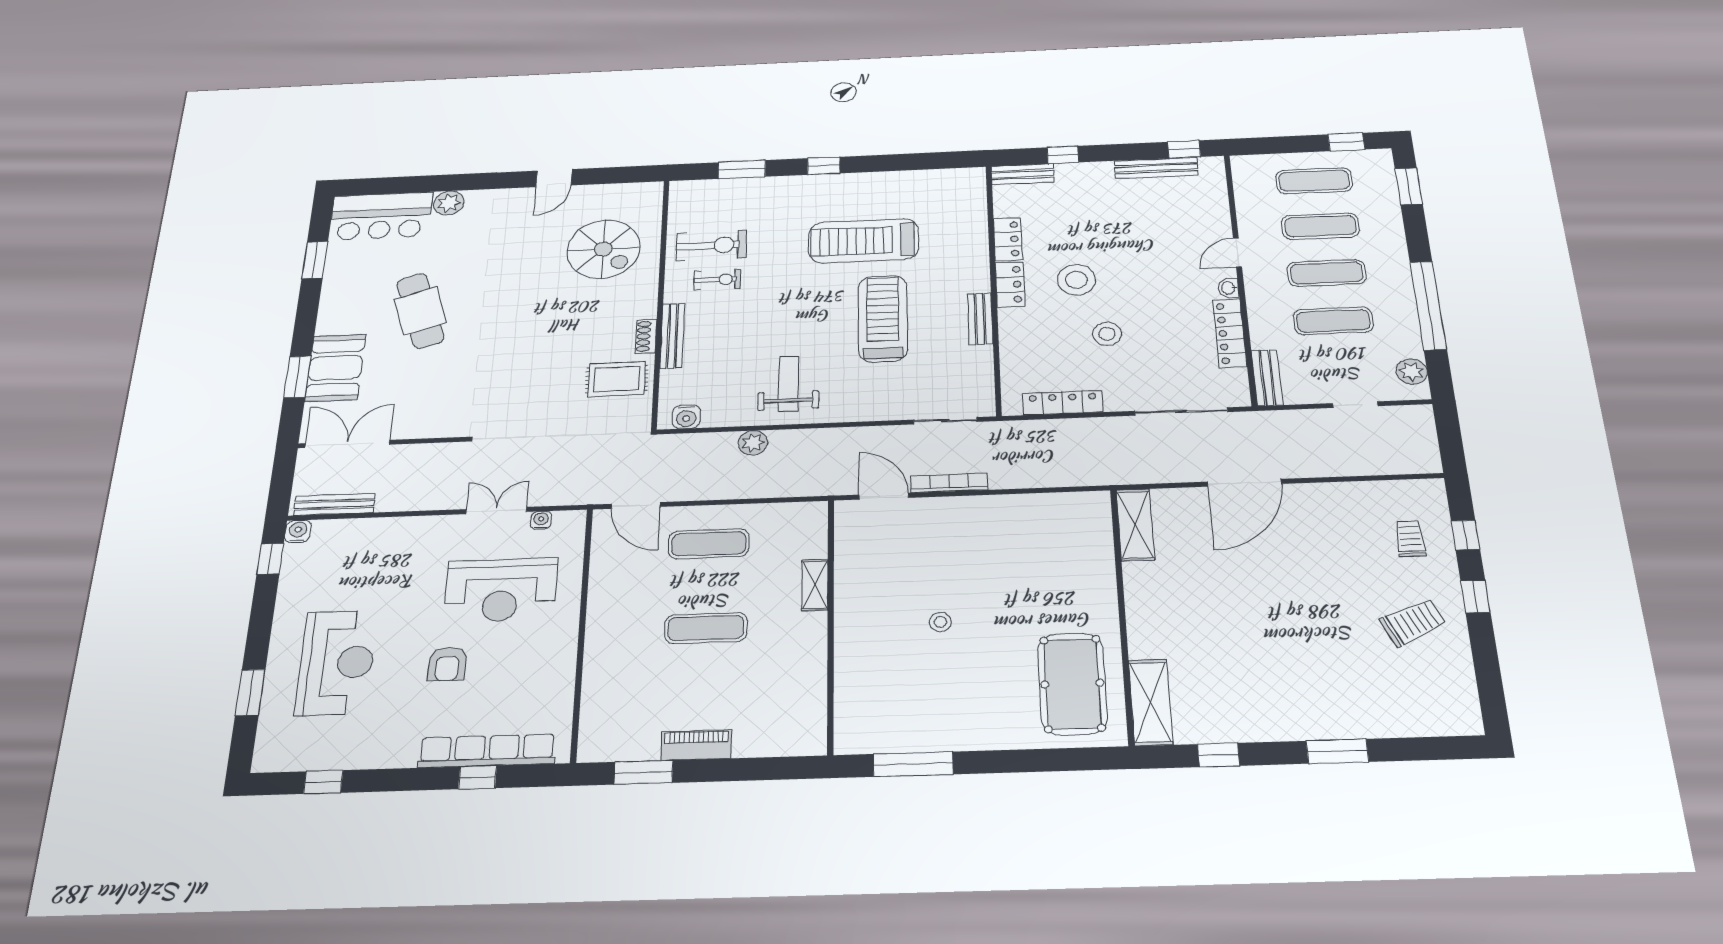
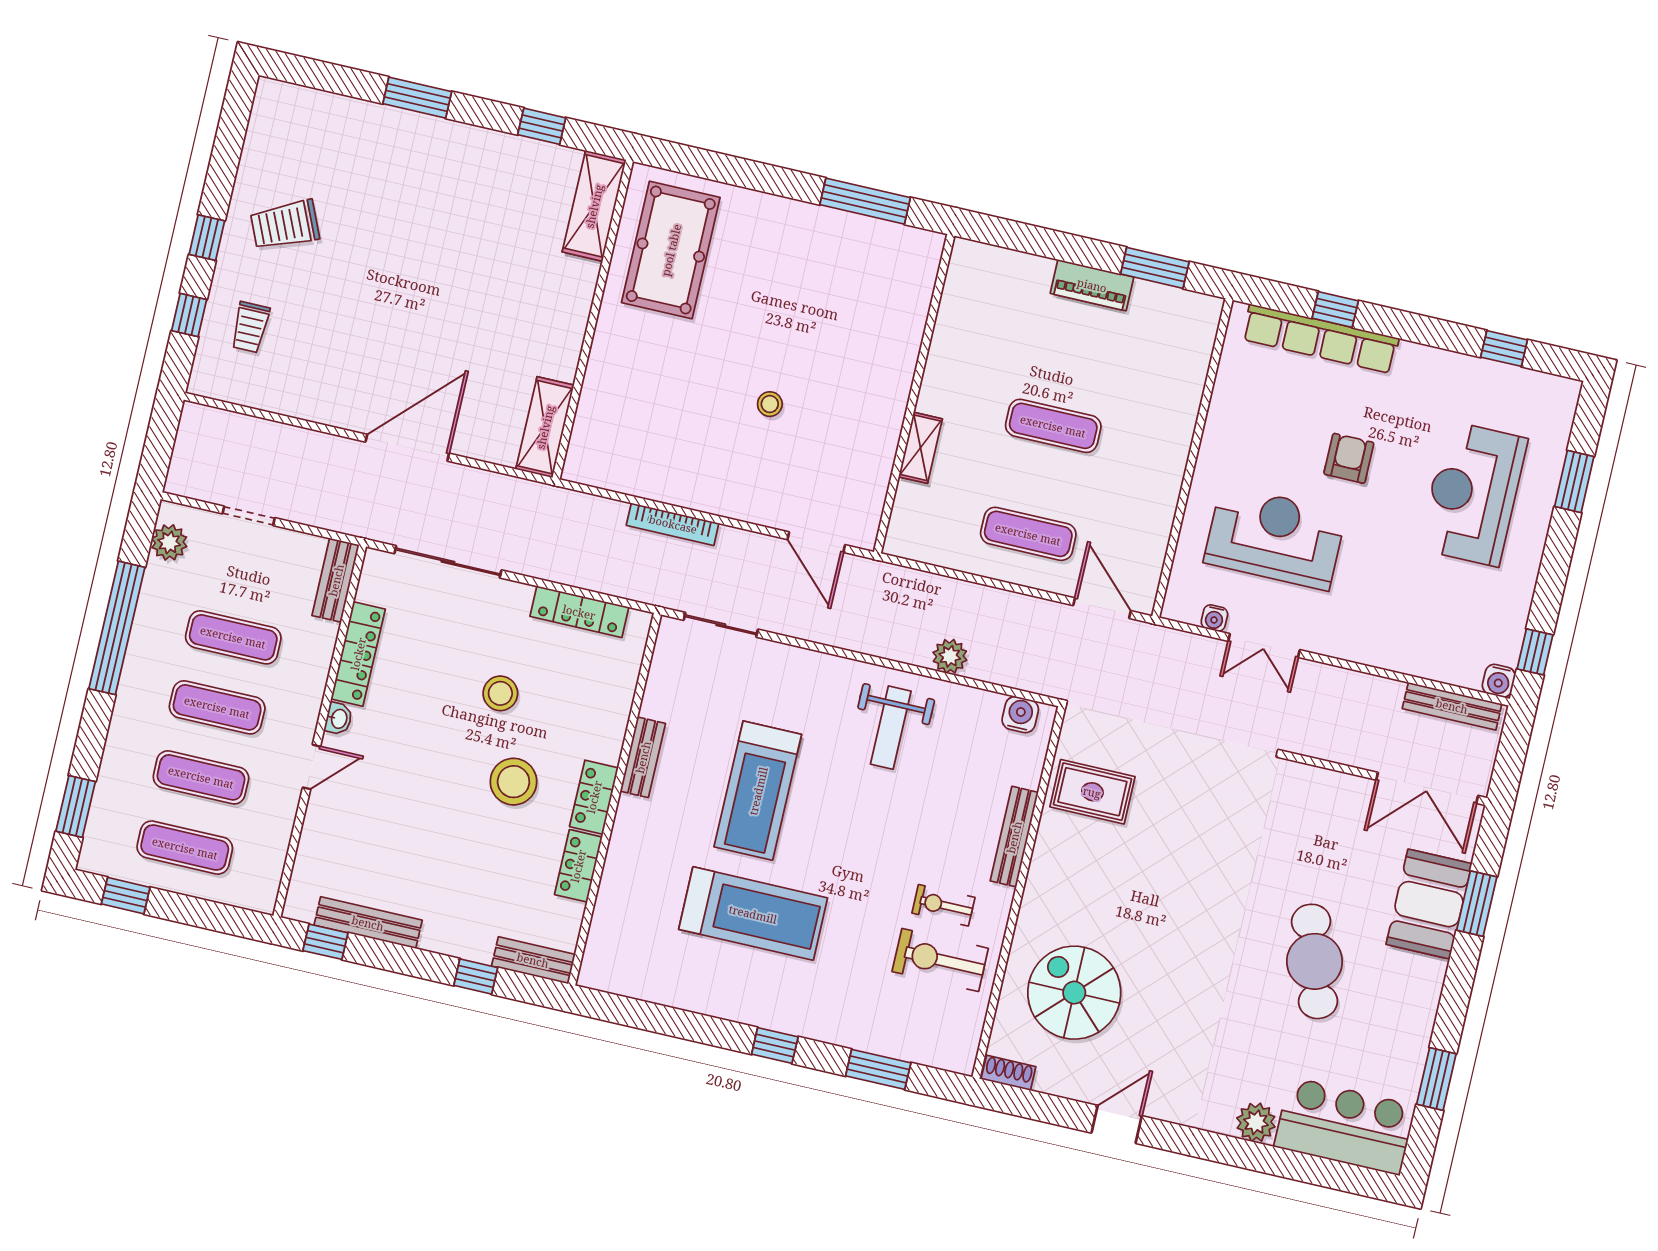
shoe rack: (646, 336) -> (1008, 1073), moved, turned -90
bookcase: (949, 483) -> (673, 524), moved
stool: (940, 622) -> (770, 404), moved

